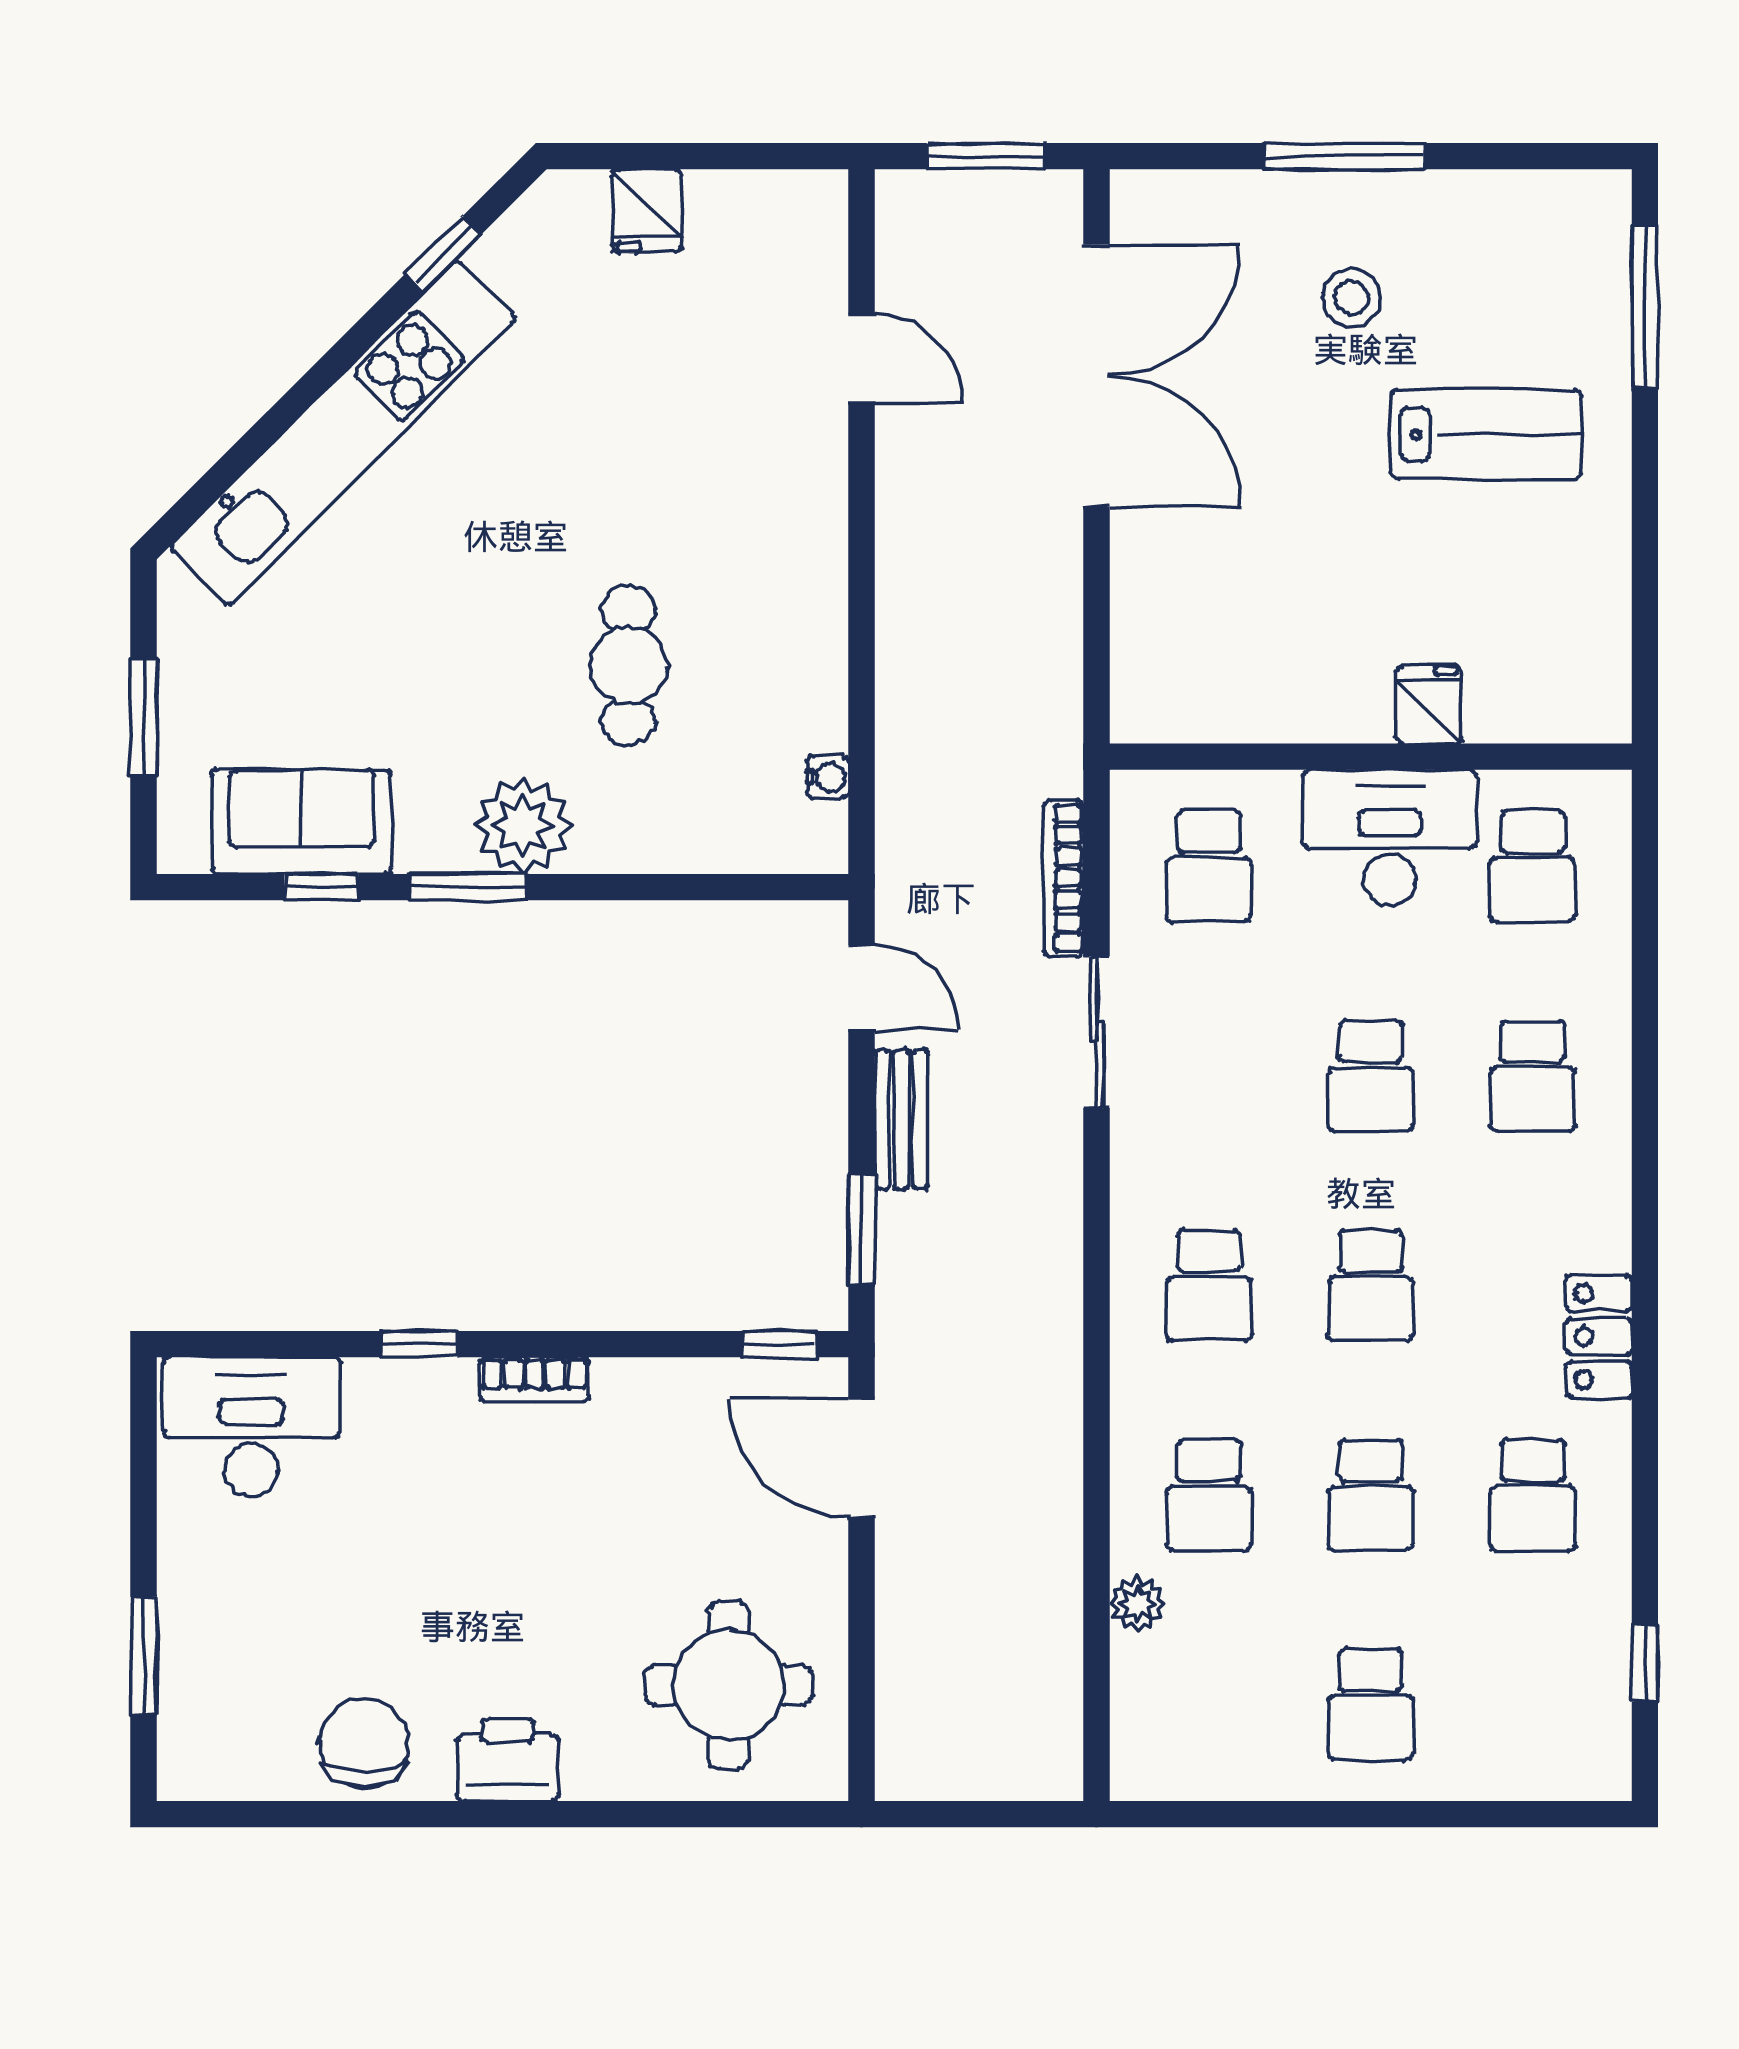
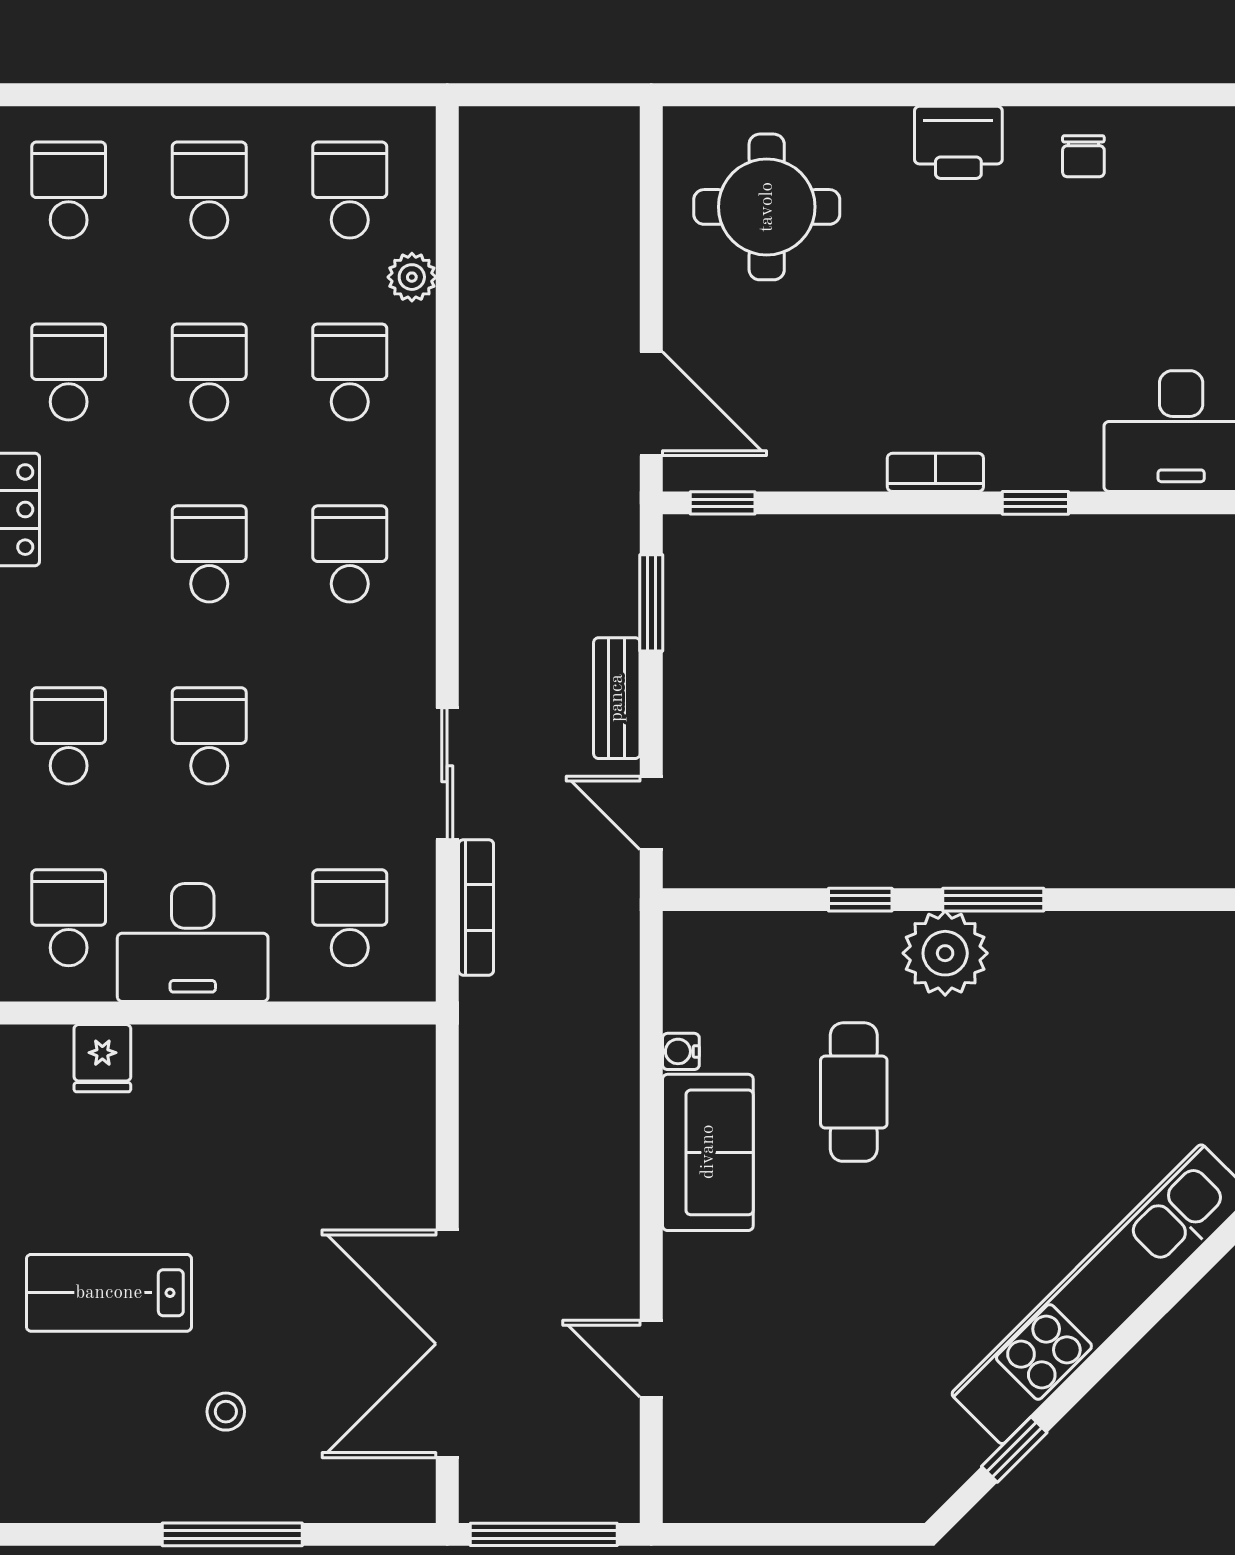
window: (985, 156) -> (544, 1534), width x1.44
fridge: (647, 211) -> (838, 1487), removed
stool: (1352, 298) -> (226, 1412), width x0.73, depth x0.73
fridge: (1429, 705) -> (102, 1058), moved
water cooler: (827, 777) -> (681, 1051), moved
sofa: (302, 822) -> (708, 1152), moved, turned -90
window: (321, 887) -> (860, 900), moved
school desk: (1209, 1704) -> (350, 190), added
school desk: (1533, 1704) -> (69, 190), added
chair: (364, 1743) -> (1083, 156), width x0.54, depth x0.54

